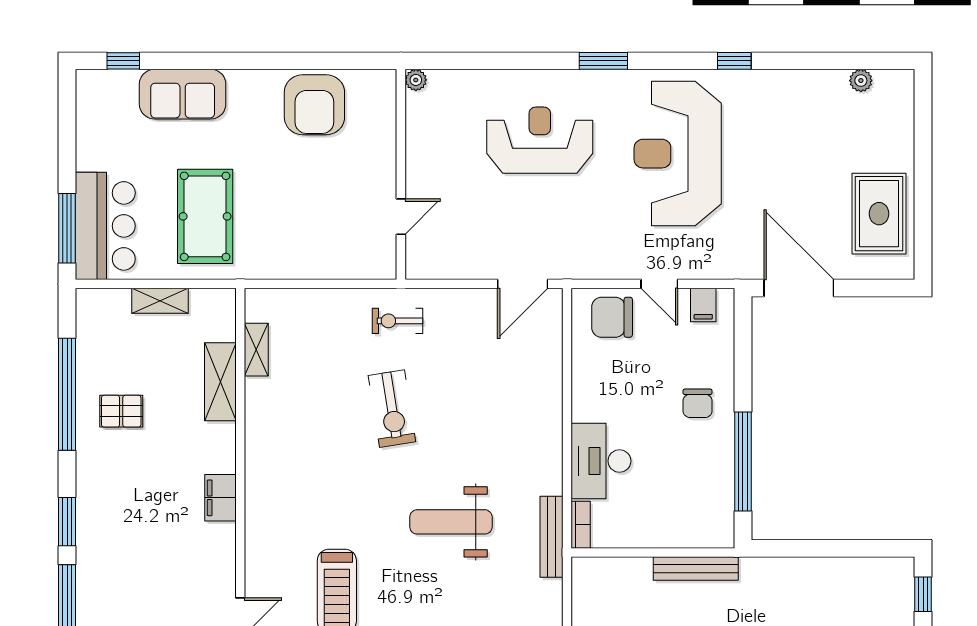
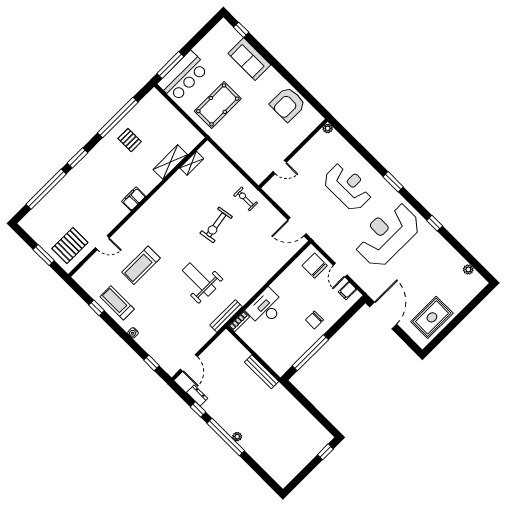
shelving: (160, 301) -> (177, 117), removed

